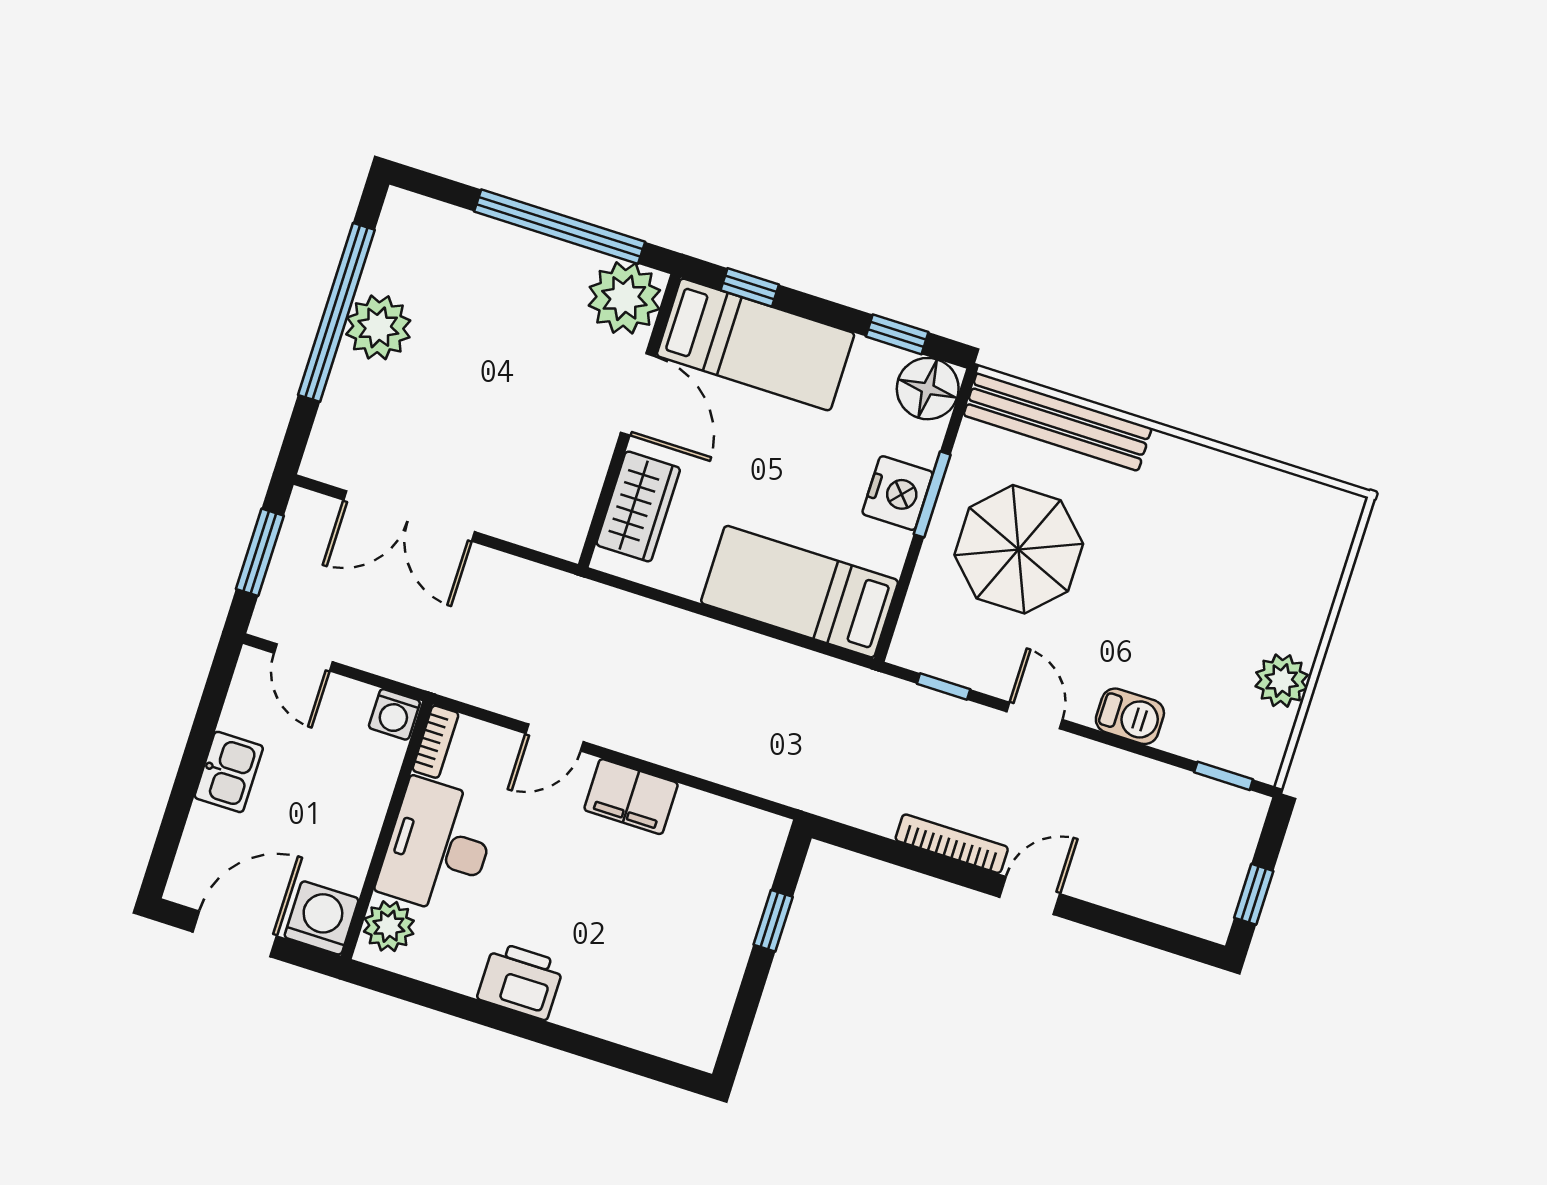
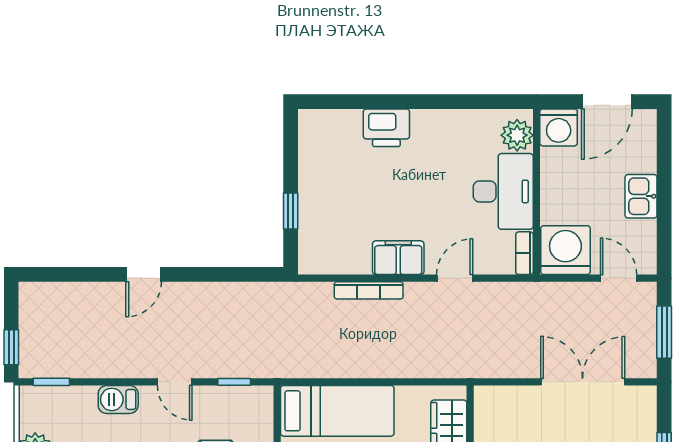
washing machine: (394, 714) -> (565, 250), width x1.89, depth x1.89
bookcase: (952, 844) -> (369, 290), moved
window: (1254, 894) -> (11, 347), moved
printer: (521, 981) -> (386, 128), moved

